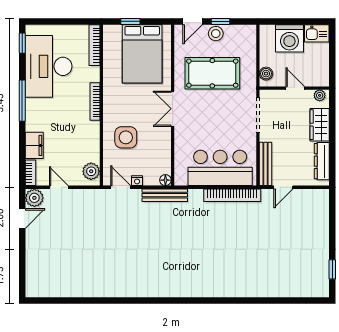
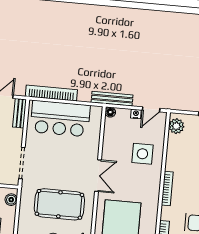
bench: (266, 164) -> (19, 113), width x0.73
door: (121, 187) -> (151, 109), hinge flipped

